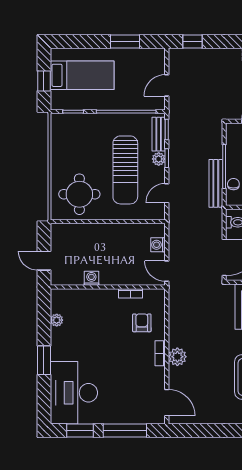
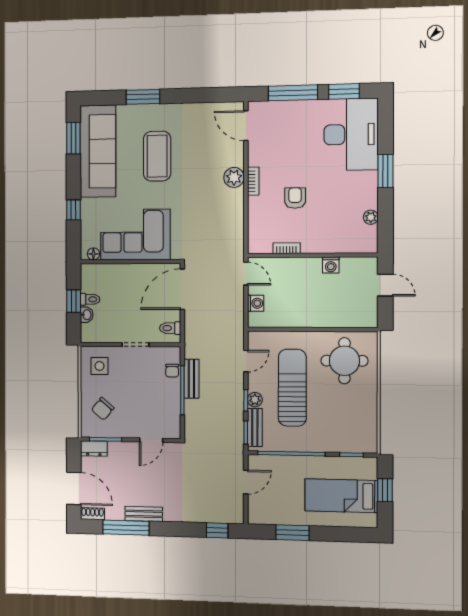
bench: (216, 183) -> (191, 379), width x0.73
armchair: (142, 323) -> (295, 198), moved, turned 180

